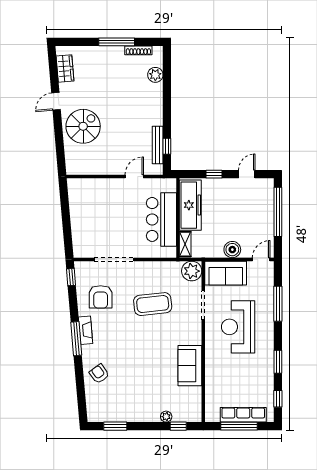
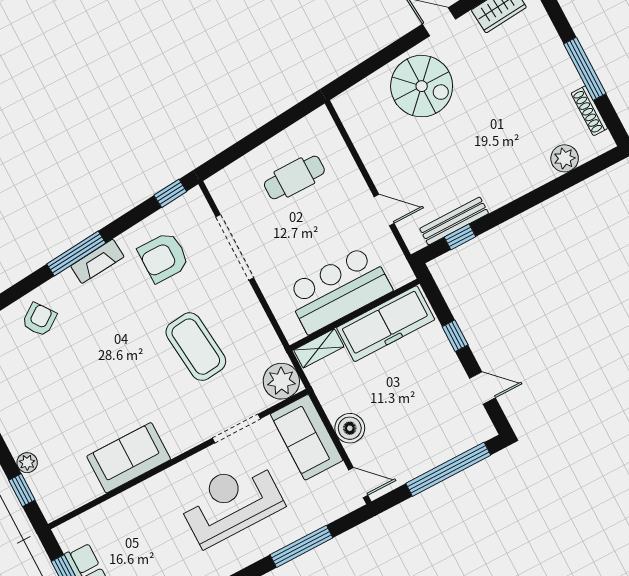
cafe table: (95, 212) -> (294, 177), added

